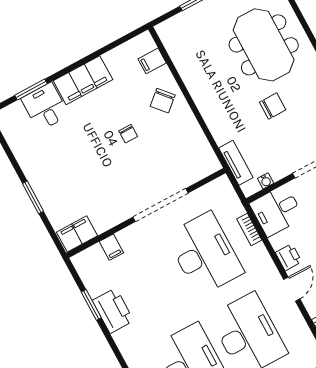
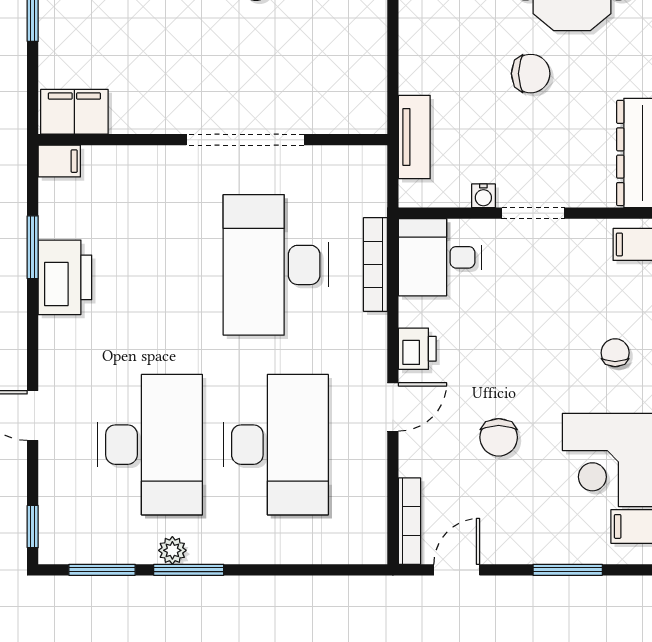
water cooler: (266, 181) -> (483, 196), moved
bookcase: (249, 229) -> (375, 264), width x1.56
filing cabinet: (111, 247) -> (59, 161), moved, turned -90
desk: (205, 254) -> (276, 265), turned 180

